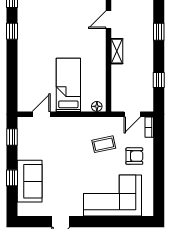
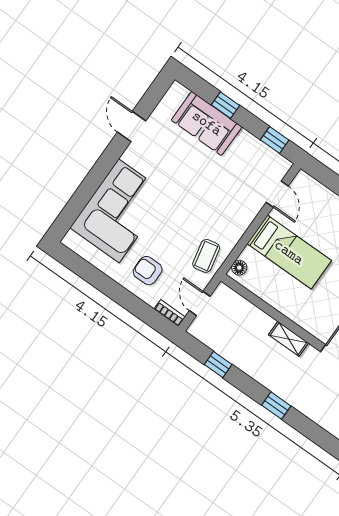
coffee table: (104, 144) -> (206, 256), moved
armchair: (134, 156) -> (148, 271), turned 90

